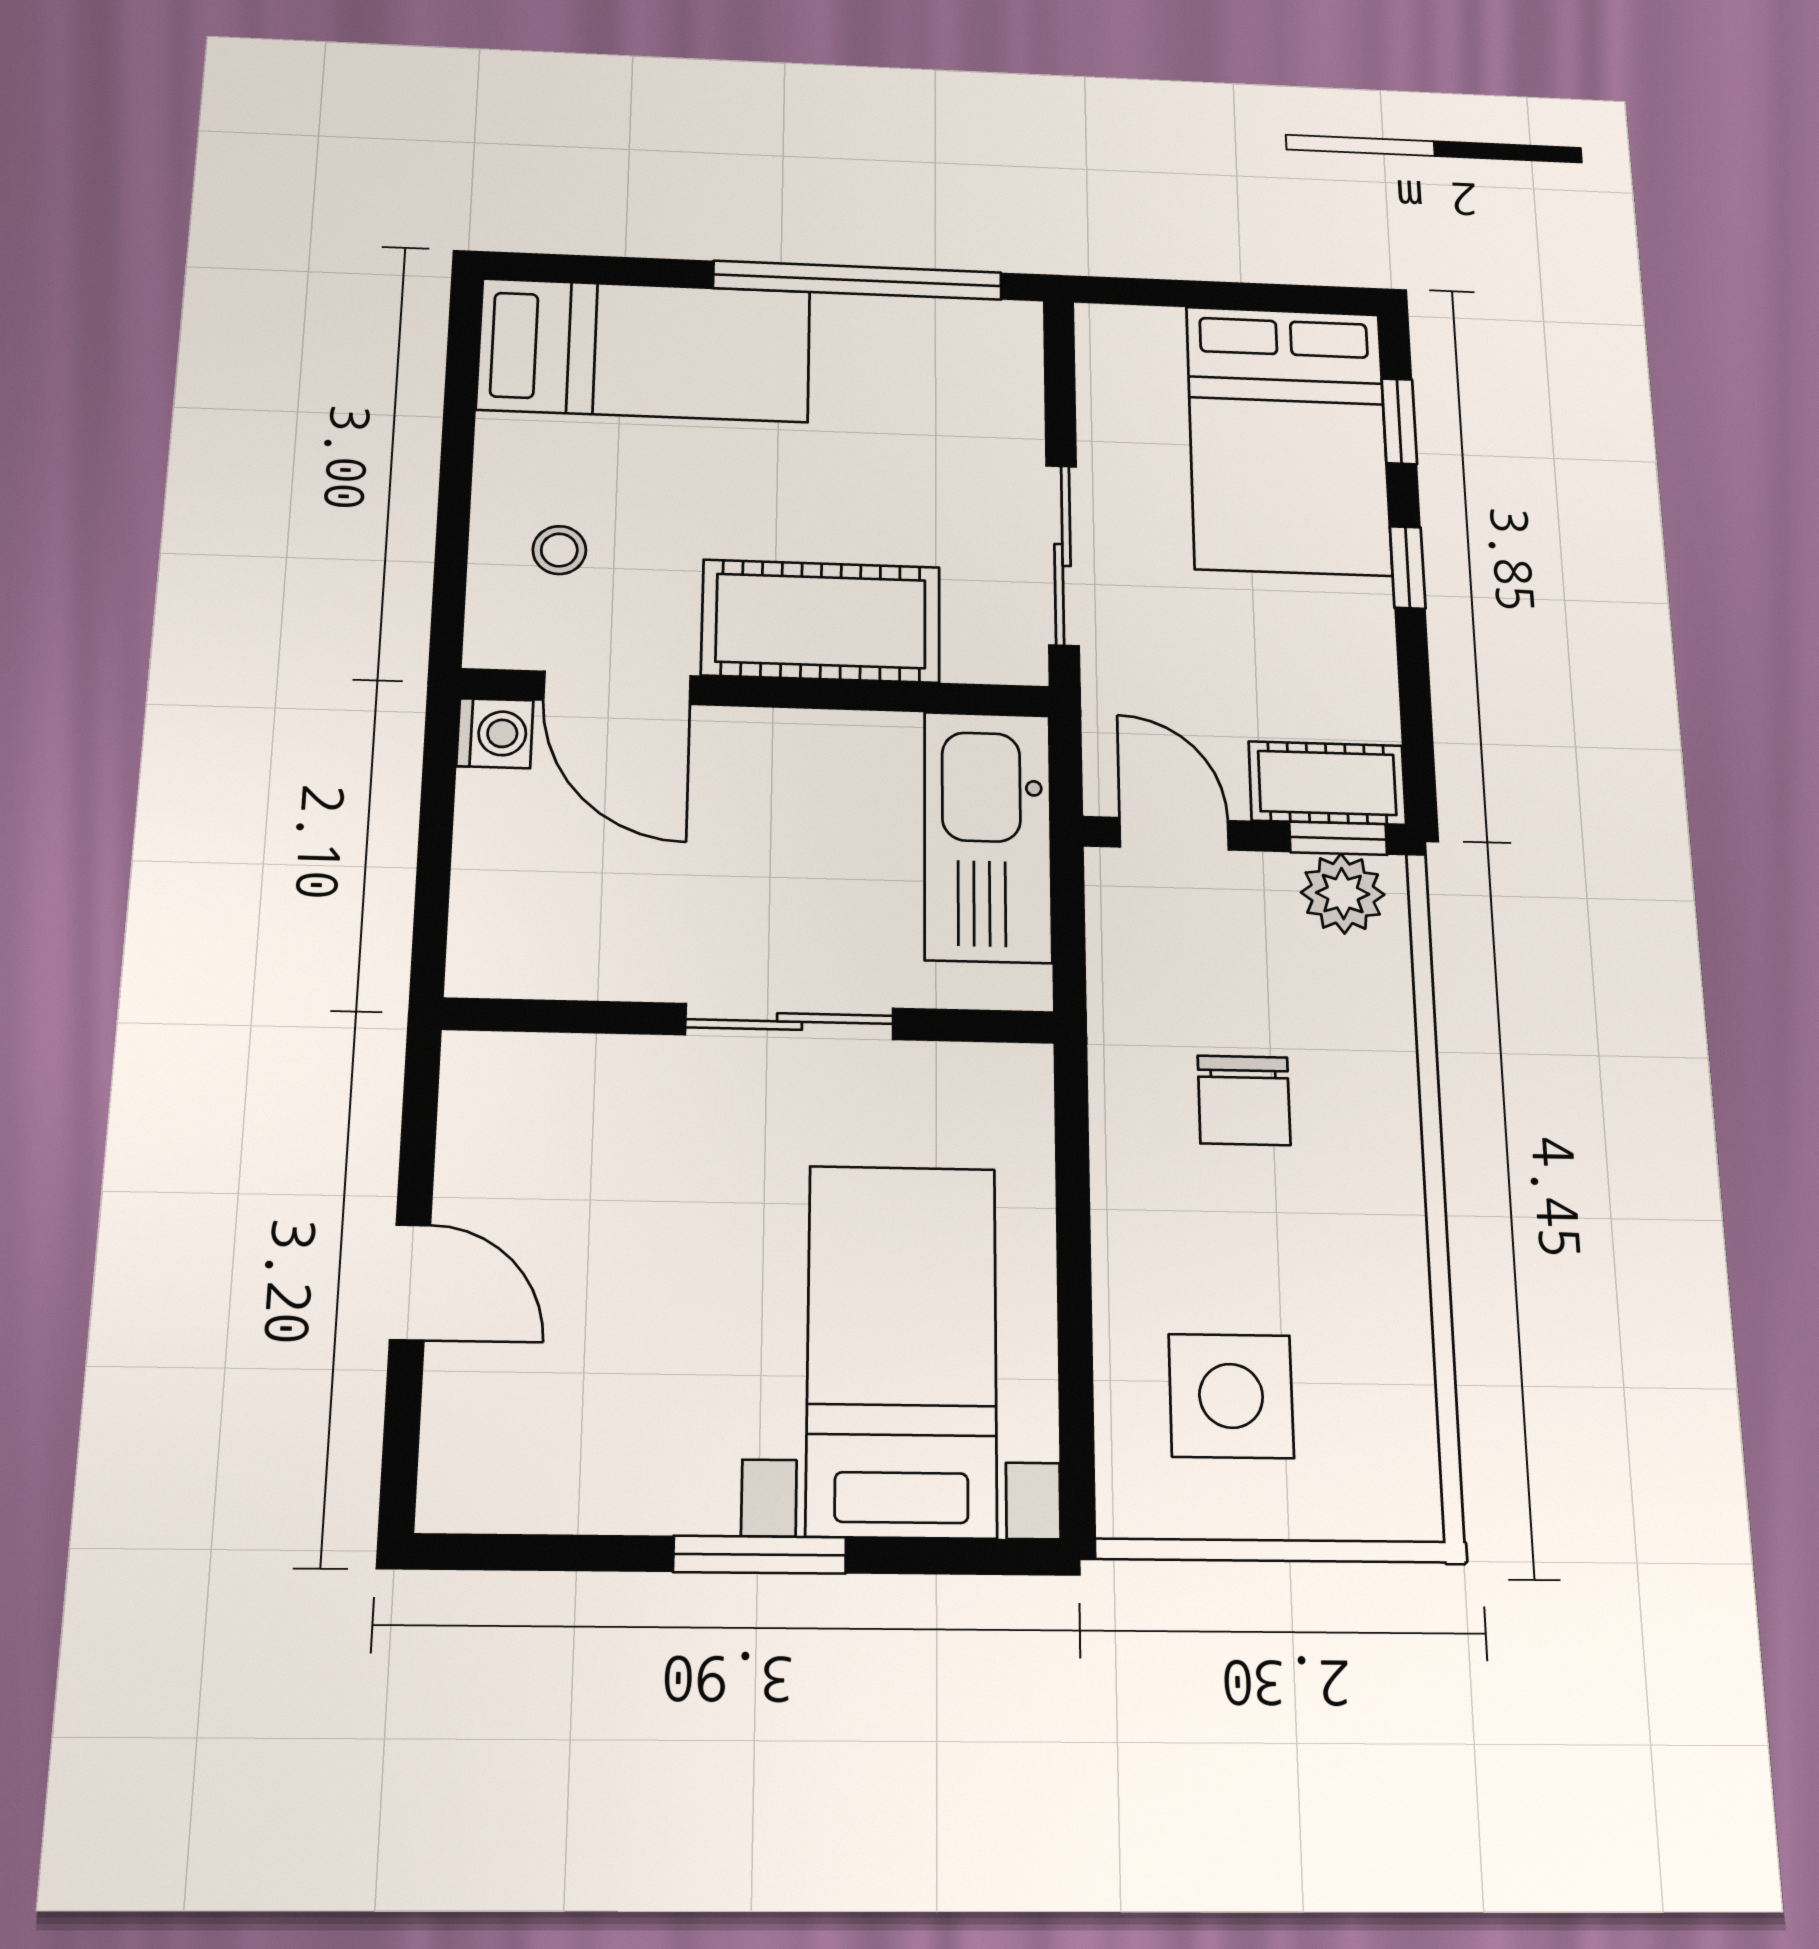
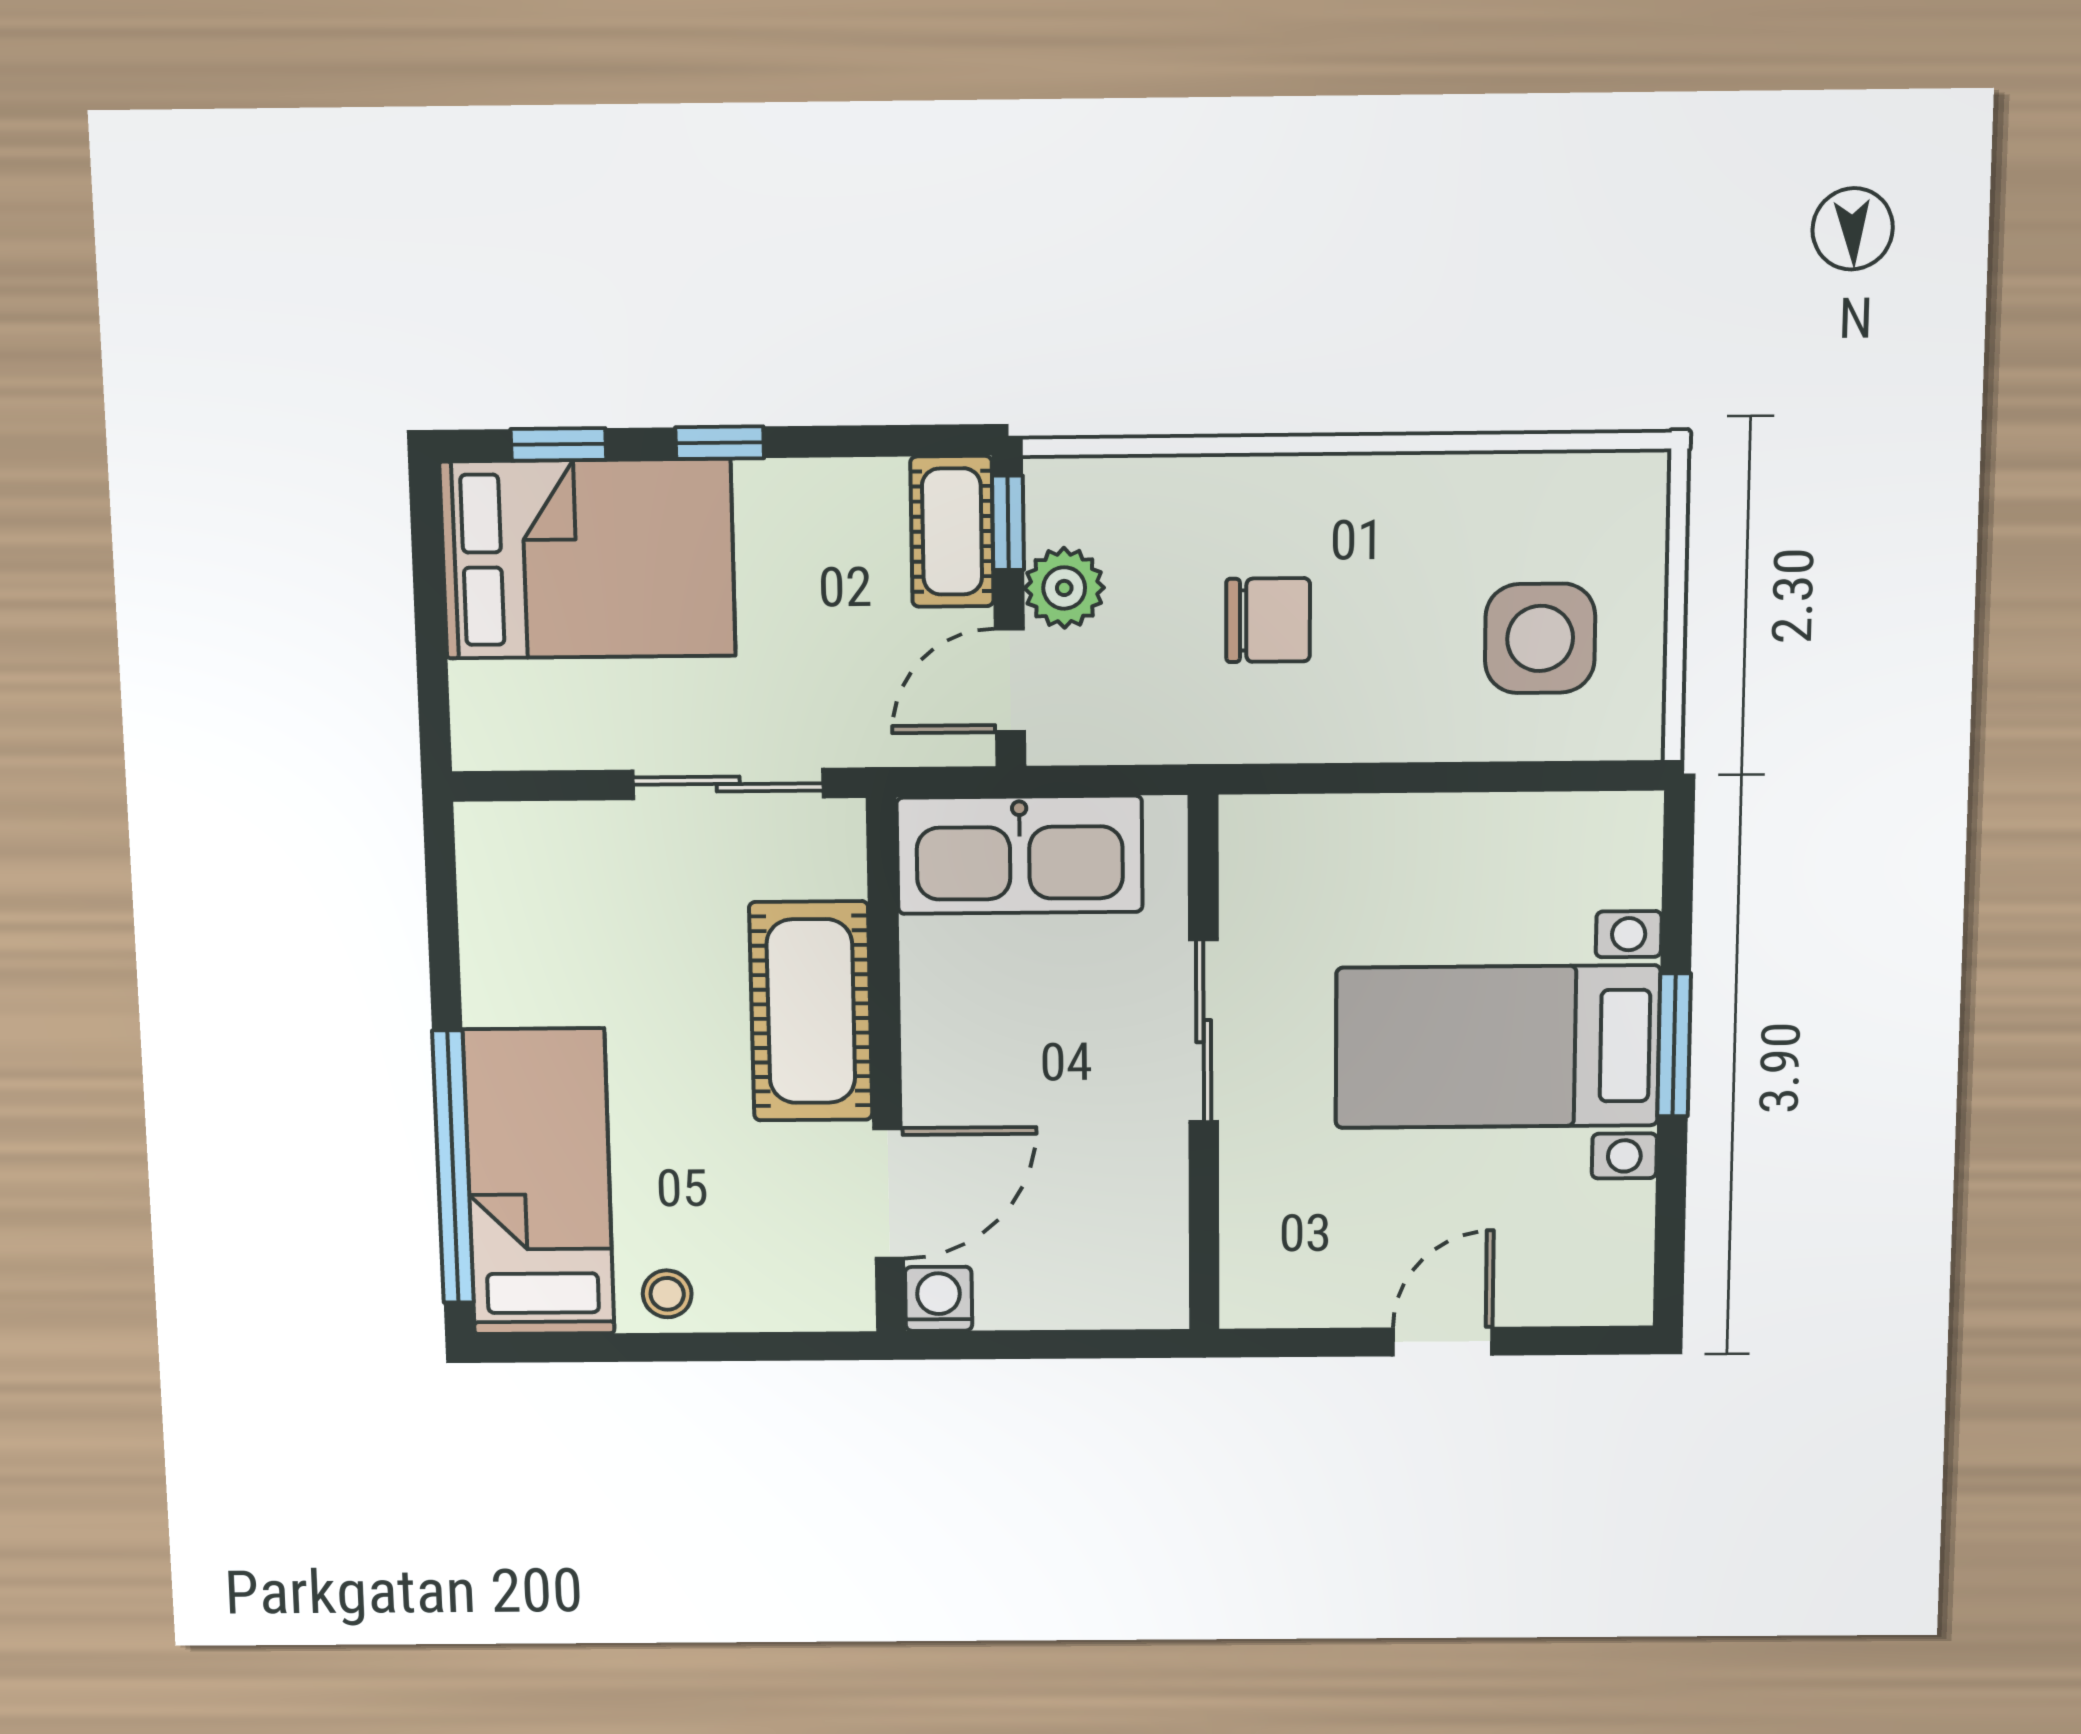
window: (858, 280) -> (453, 1167), moved
stool: (559, 550) -> (667, 1294), moved
plant: (1343, 893) -> (1064, 588), moved
bed with nightstands: (902, 1349) -> (1497, 1047), moved

